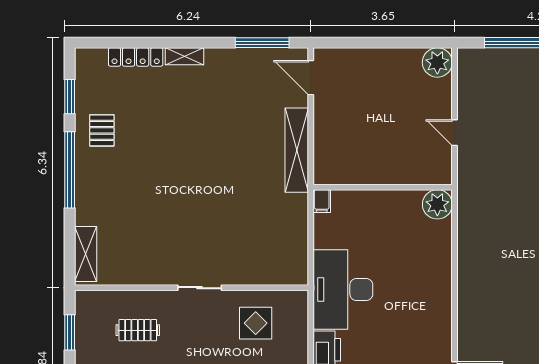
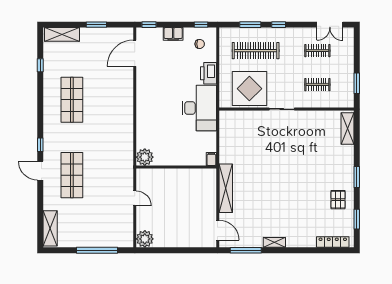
shelving: (184, 56) -> (274, 242), moved
locker: (136, 57) -> (333, 242), moved
window: (70, 170) -> (357, 177), width x0.47
display table: (256, 323) -> (249, 89), width x1.86, depth x1.86

